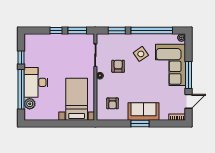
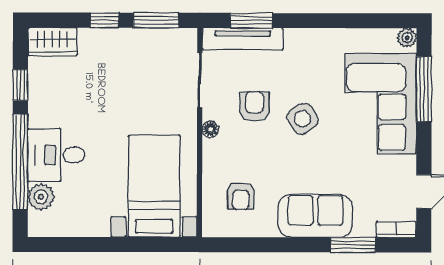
window: (152, 31) -> (336, 21), removed
tv unit: (113, 38) -> (243, 39), added
wardrobe: (34, 40) -> (52, 42), added
side table: (141, 54) -> (302, 119), moved
window: (188, 75) -> (424, 89), moved
desk: (36, 82) -> (56, 155), width x0.73
window: (140, 124) -> (353, 245), moved

